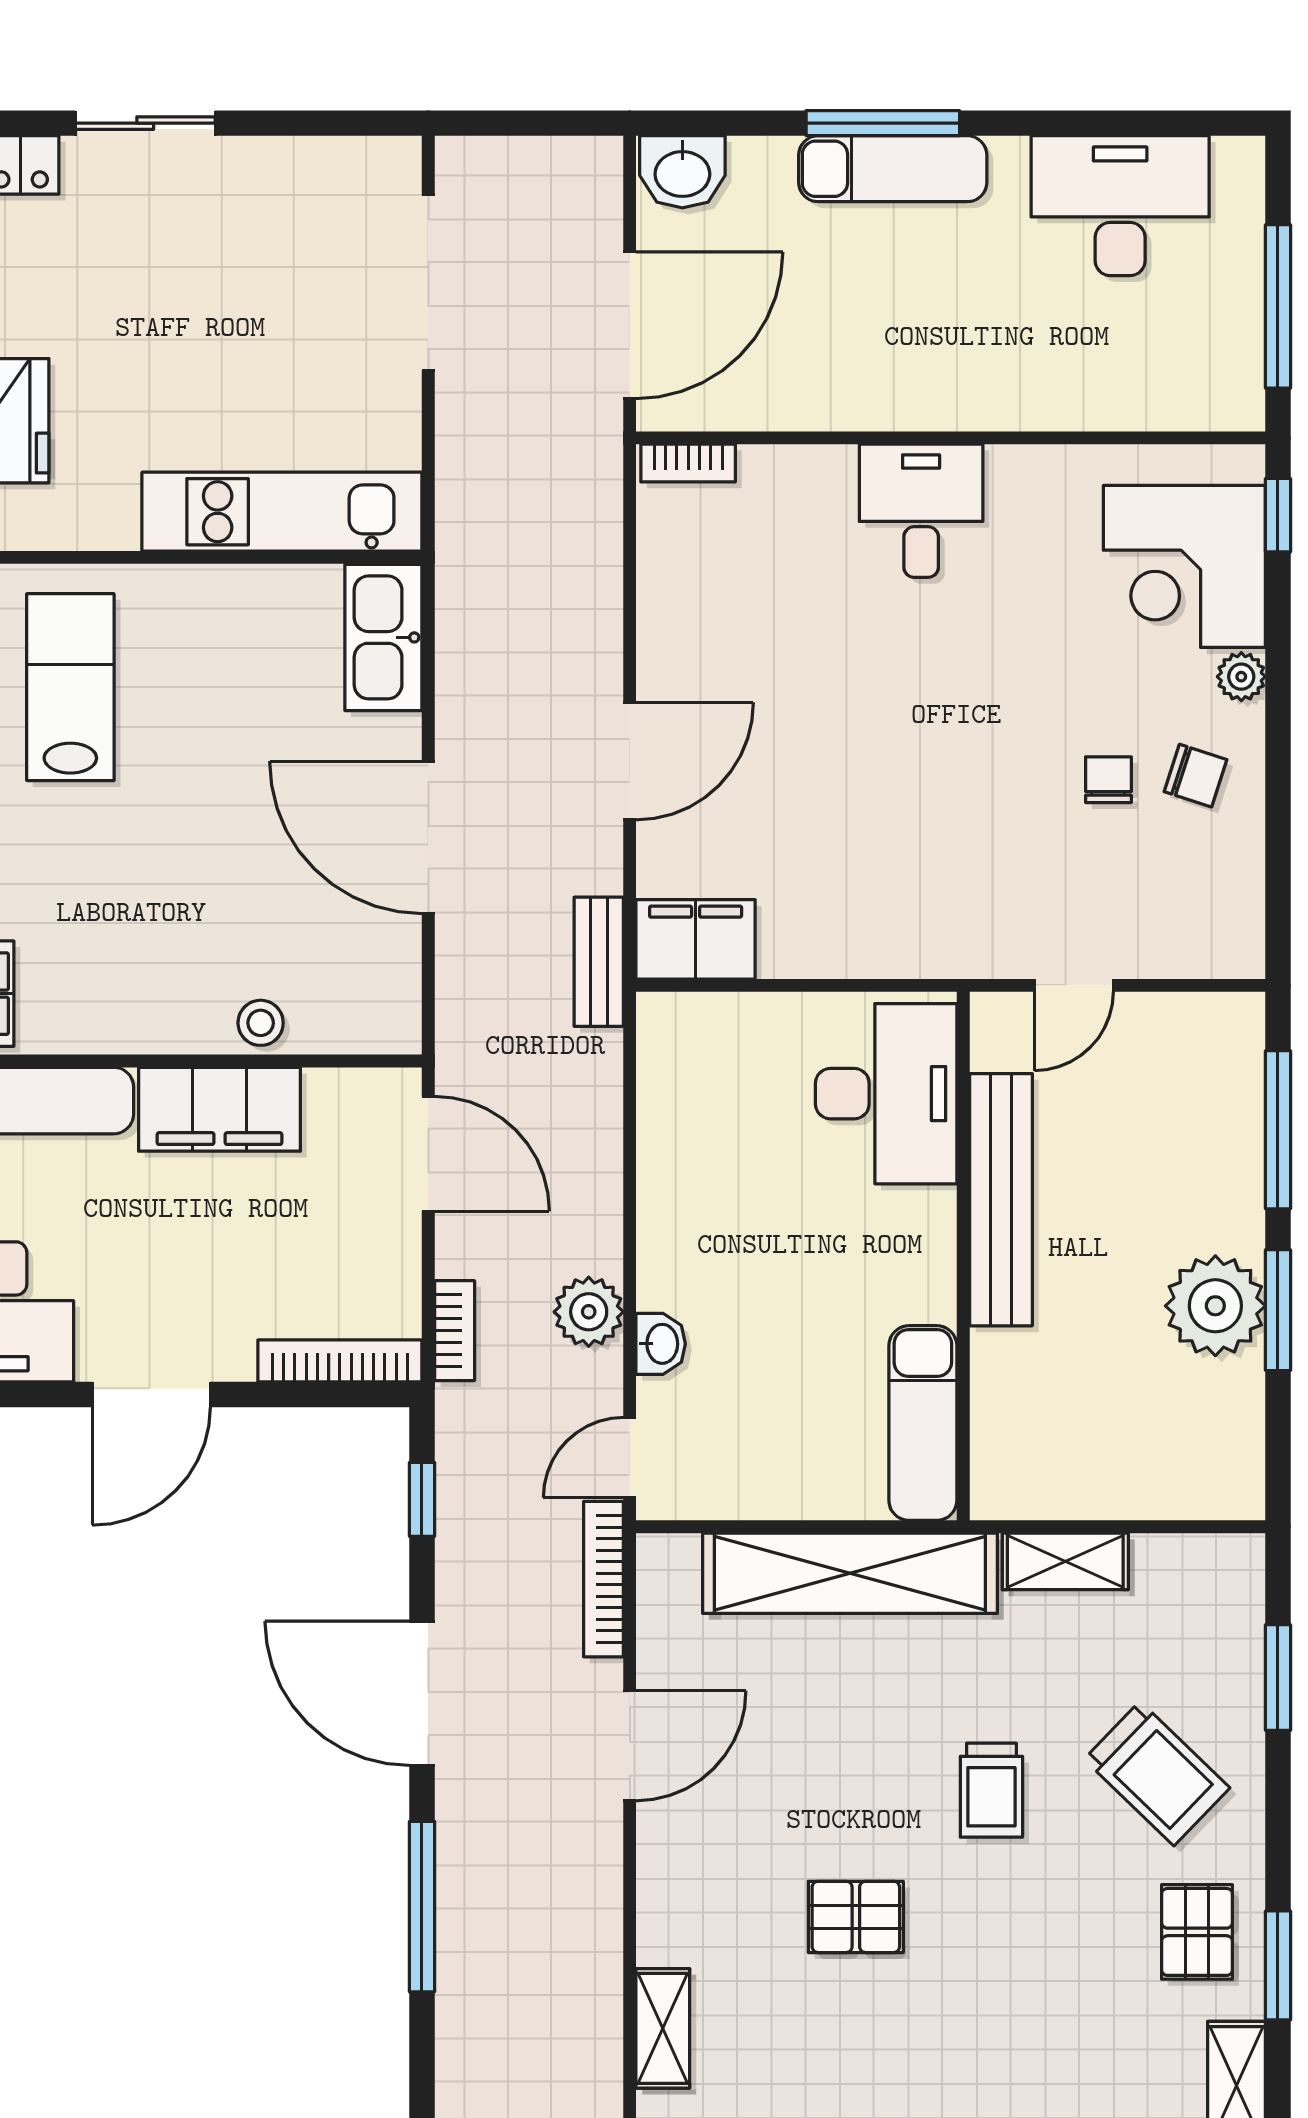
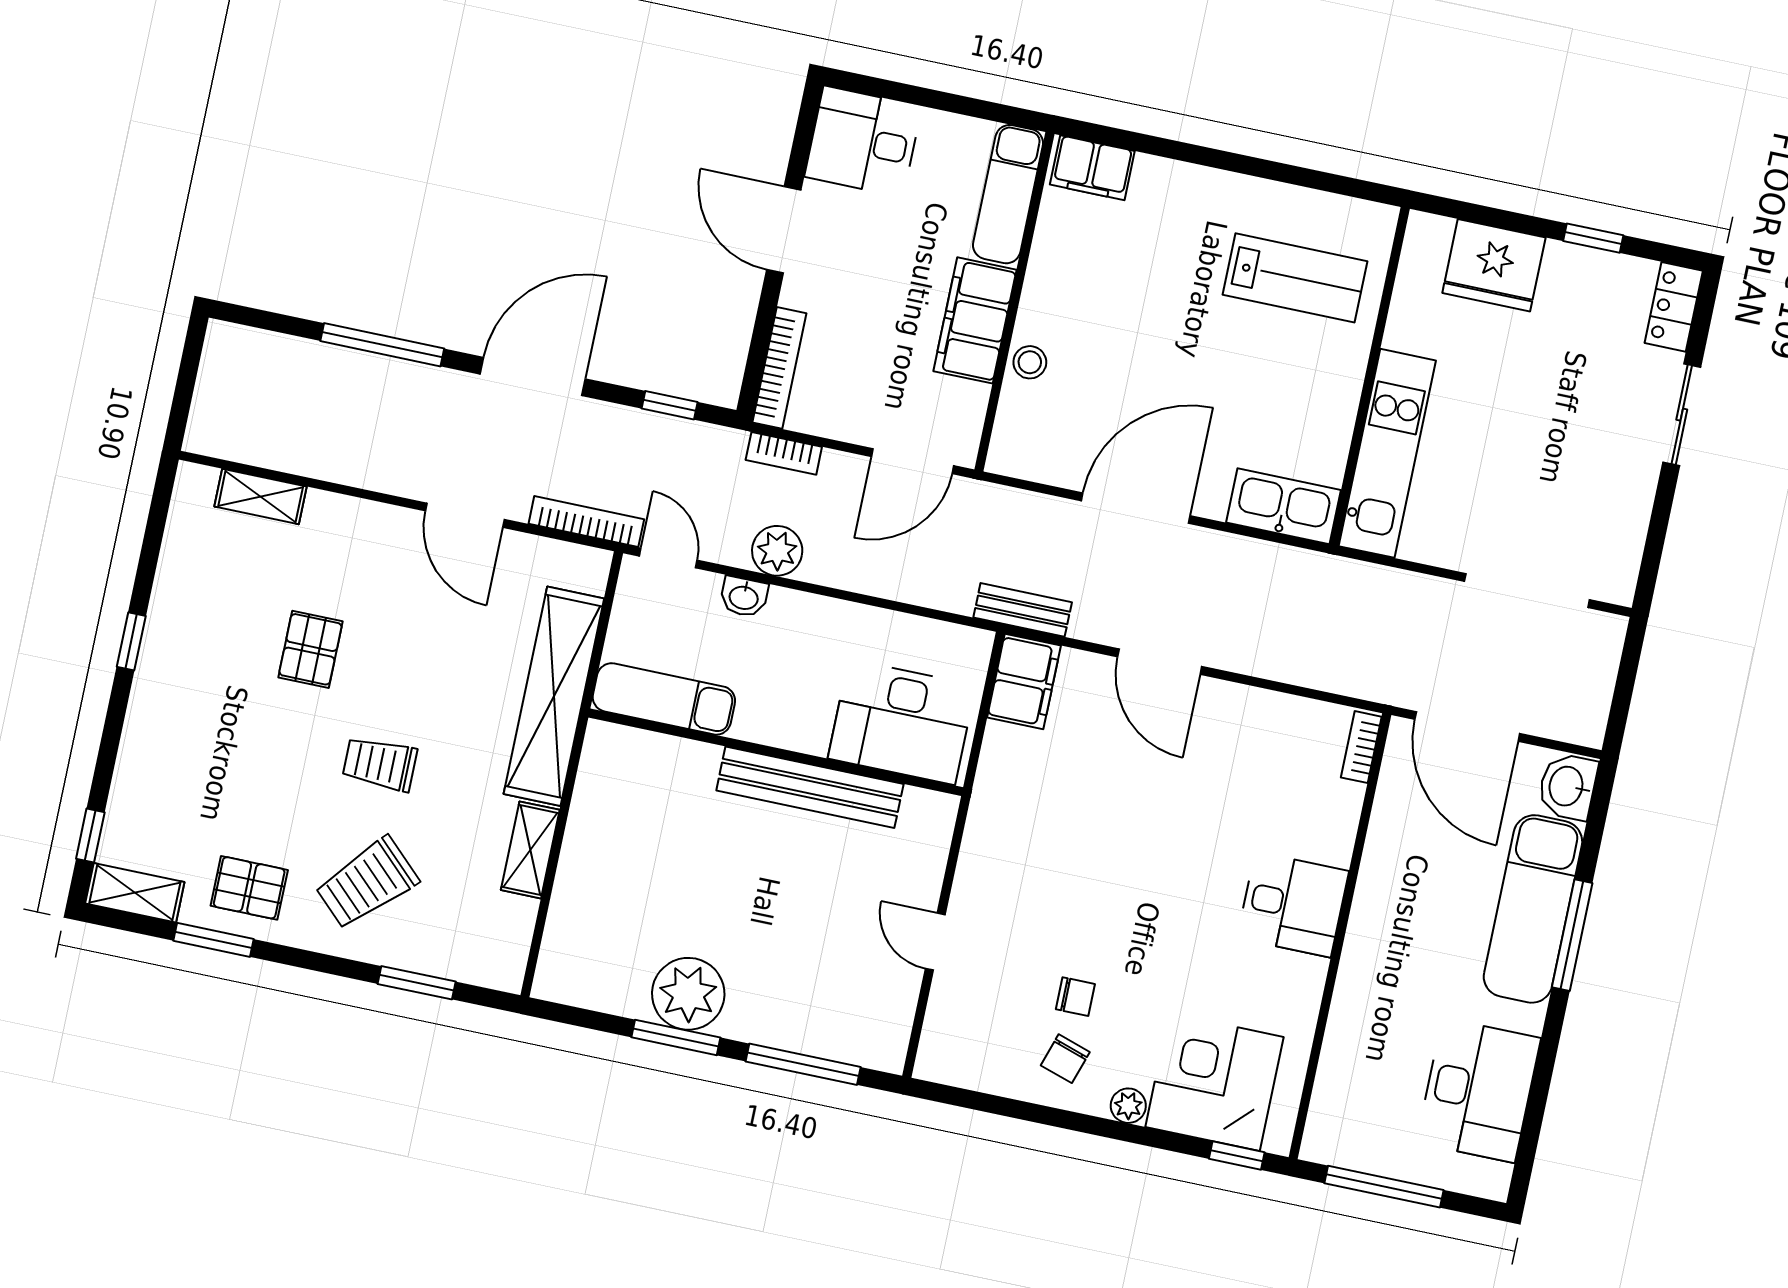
exam couch: (893, 169) -> (1533, 909), width x1.36, depth x1.45
desk: (886, 1094) -> (902, 722), moved
bench: (1001, 1200) -> (810, 787), moved
wall: (963, 1256) -> (776, 752), moved
exam couch: (923, 1423) -> (664, 699), moved

